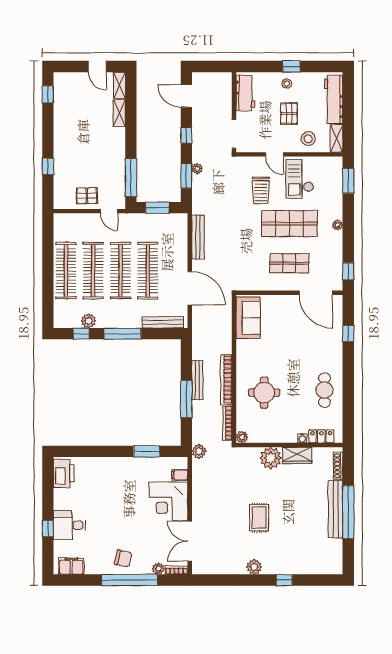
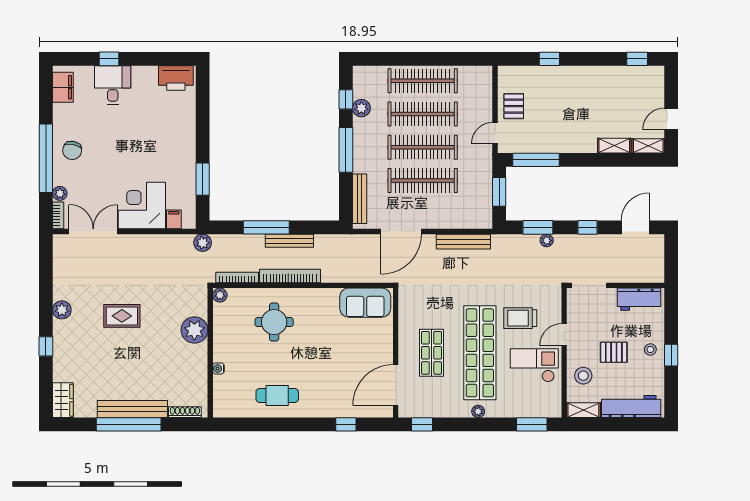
shop shelf: (289, 224) -> (480, 353), width x1.40
locker: (321, 436) -> (221, 392), removed
wardrobe: (297, 455) -> (63, 400), moved, turned 180

